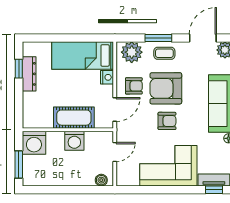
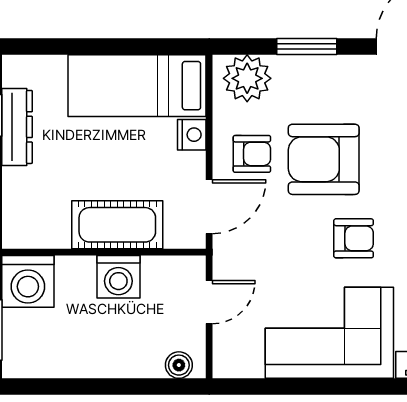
coffee table: (164, 53) -> (320, 81), removed
armchair: (167, 121) -> (354, 238), moved

